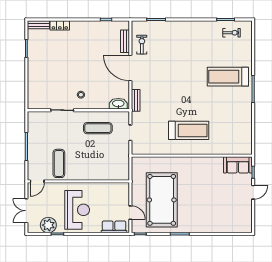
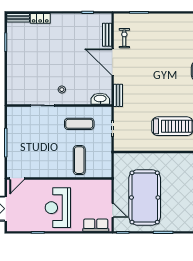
exercise mat: (59, 163) -> (79, 160), moved
reception desk: (77, 210) -> (58, 208), turned 180
plant: (48, 225) -> (28, 223), removed

